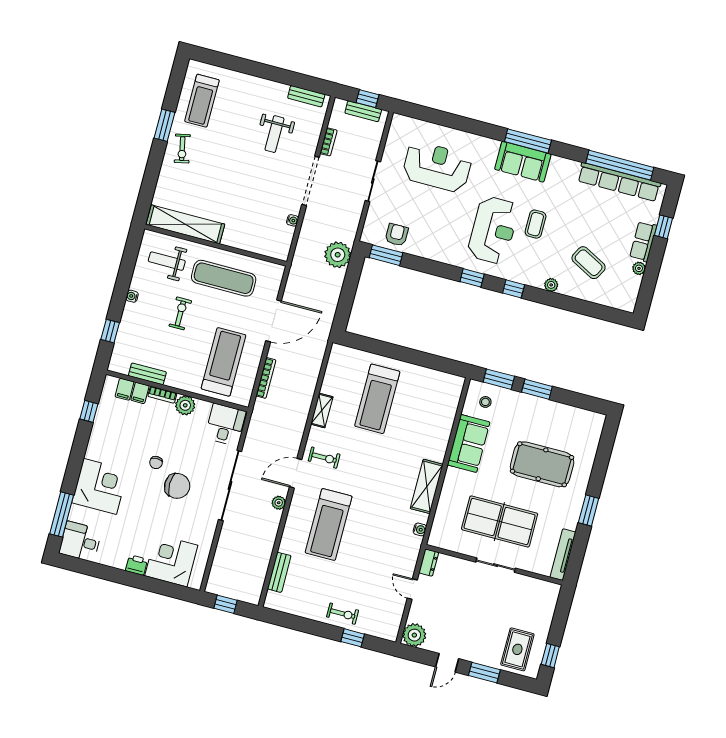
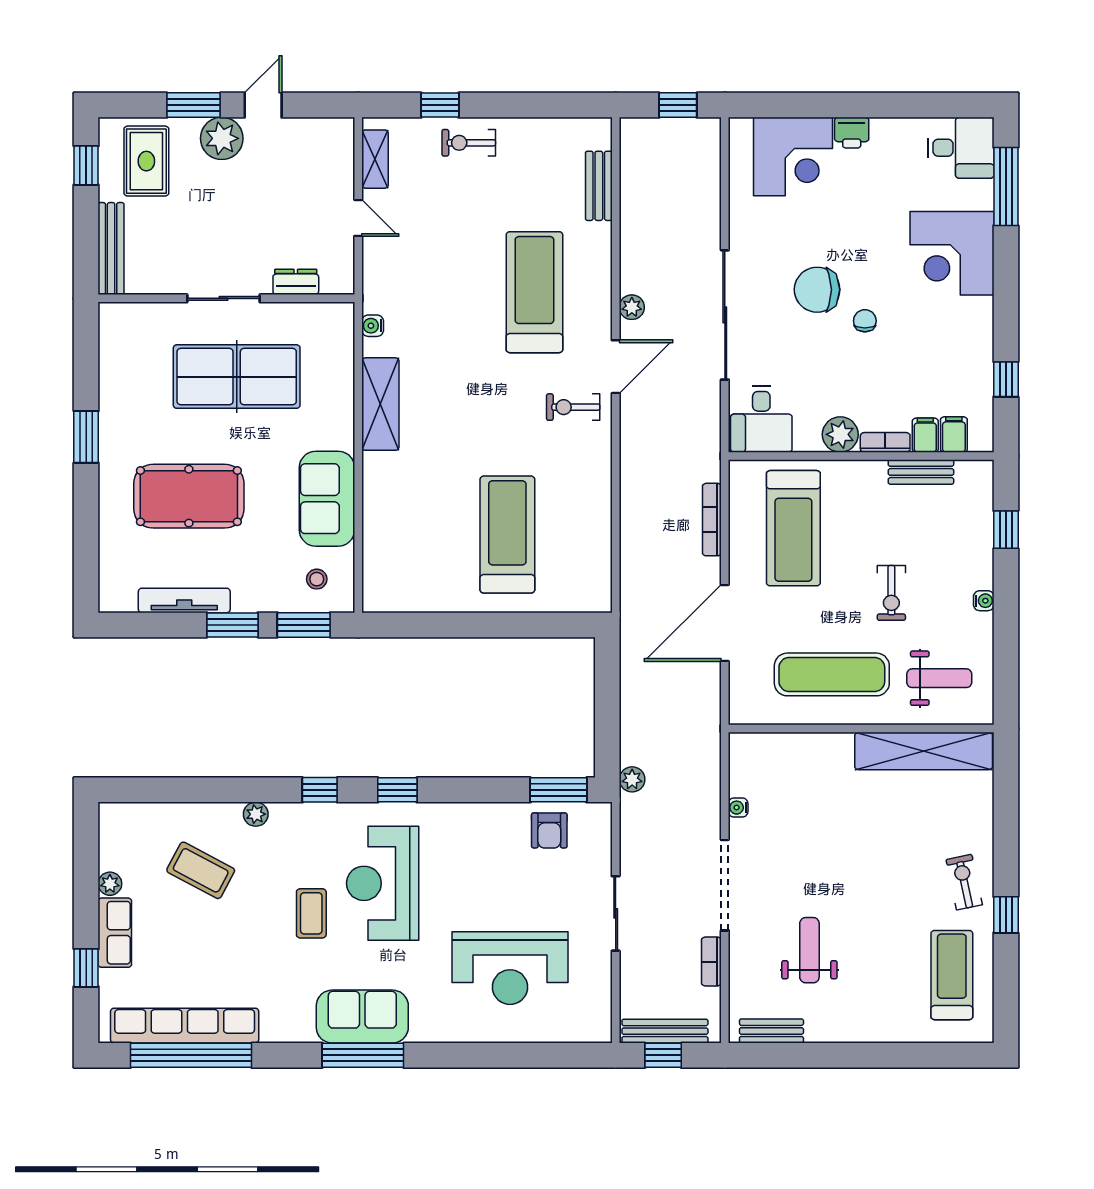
bench: (363, 111) -> (665, 1031), width x1.36
window: (164, 125) -> (1006, 915), width x0.67
plant: (338, 255) -> (632, 779), width x0.53, depth x0.53
shelving: (322, 410) -> (375, 159), moved
tv unit: (563, 555) -> (184, 600), moved, turned -90
dresser: (429, 563) -> (296, 282), moved, turned 90
bench: (549, 608) -> (111, 249), added
plant: (414, 635) -> (222, 138), moved

